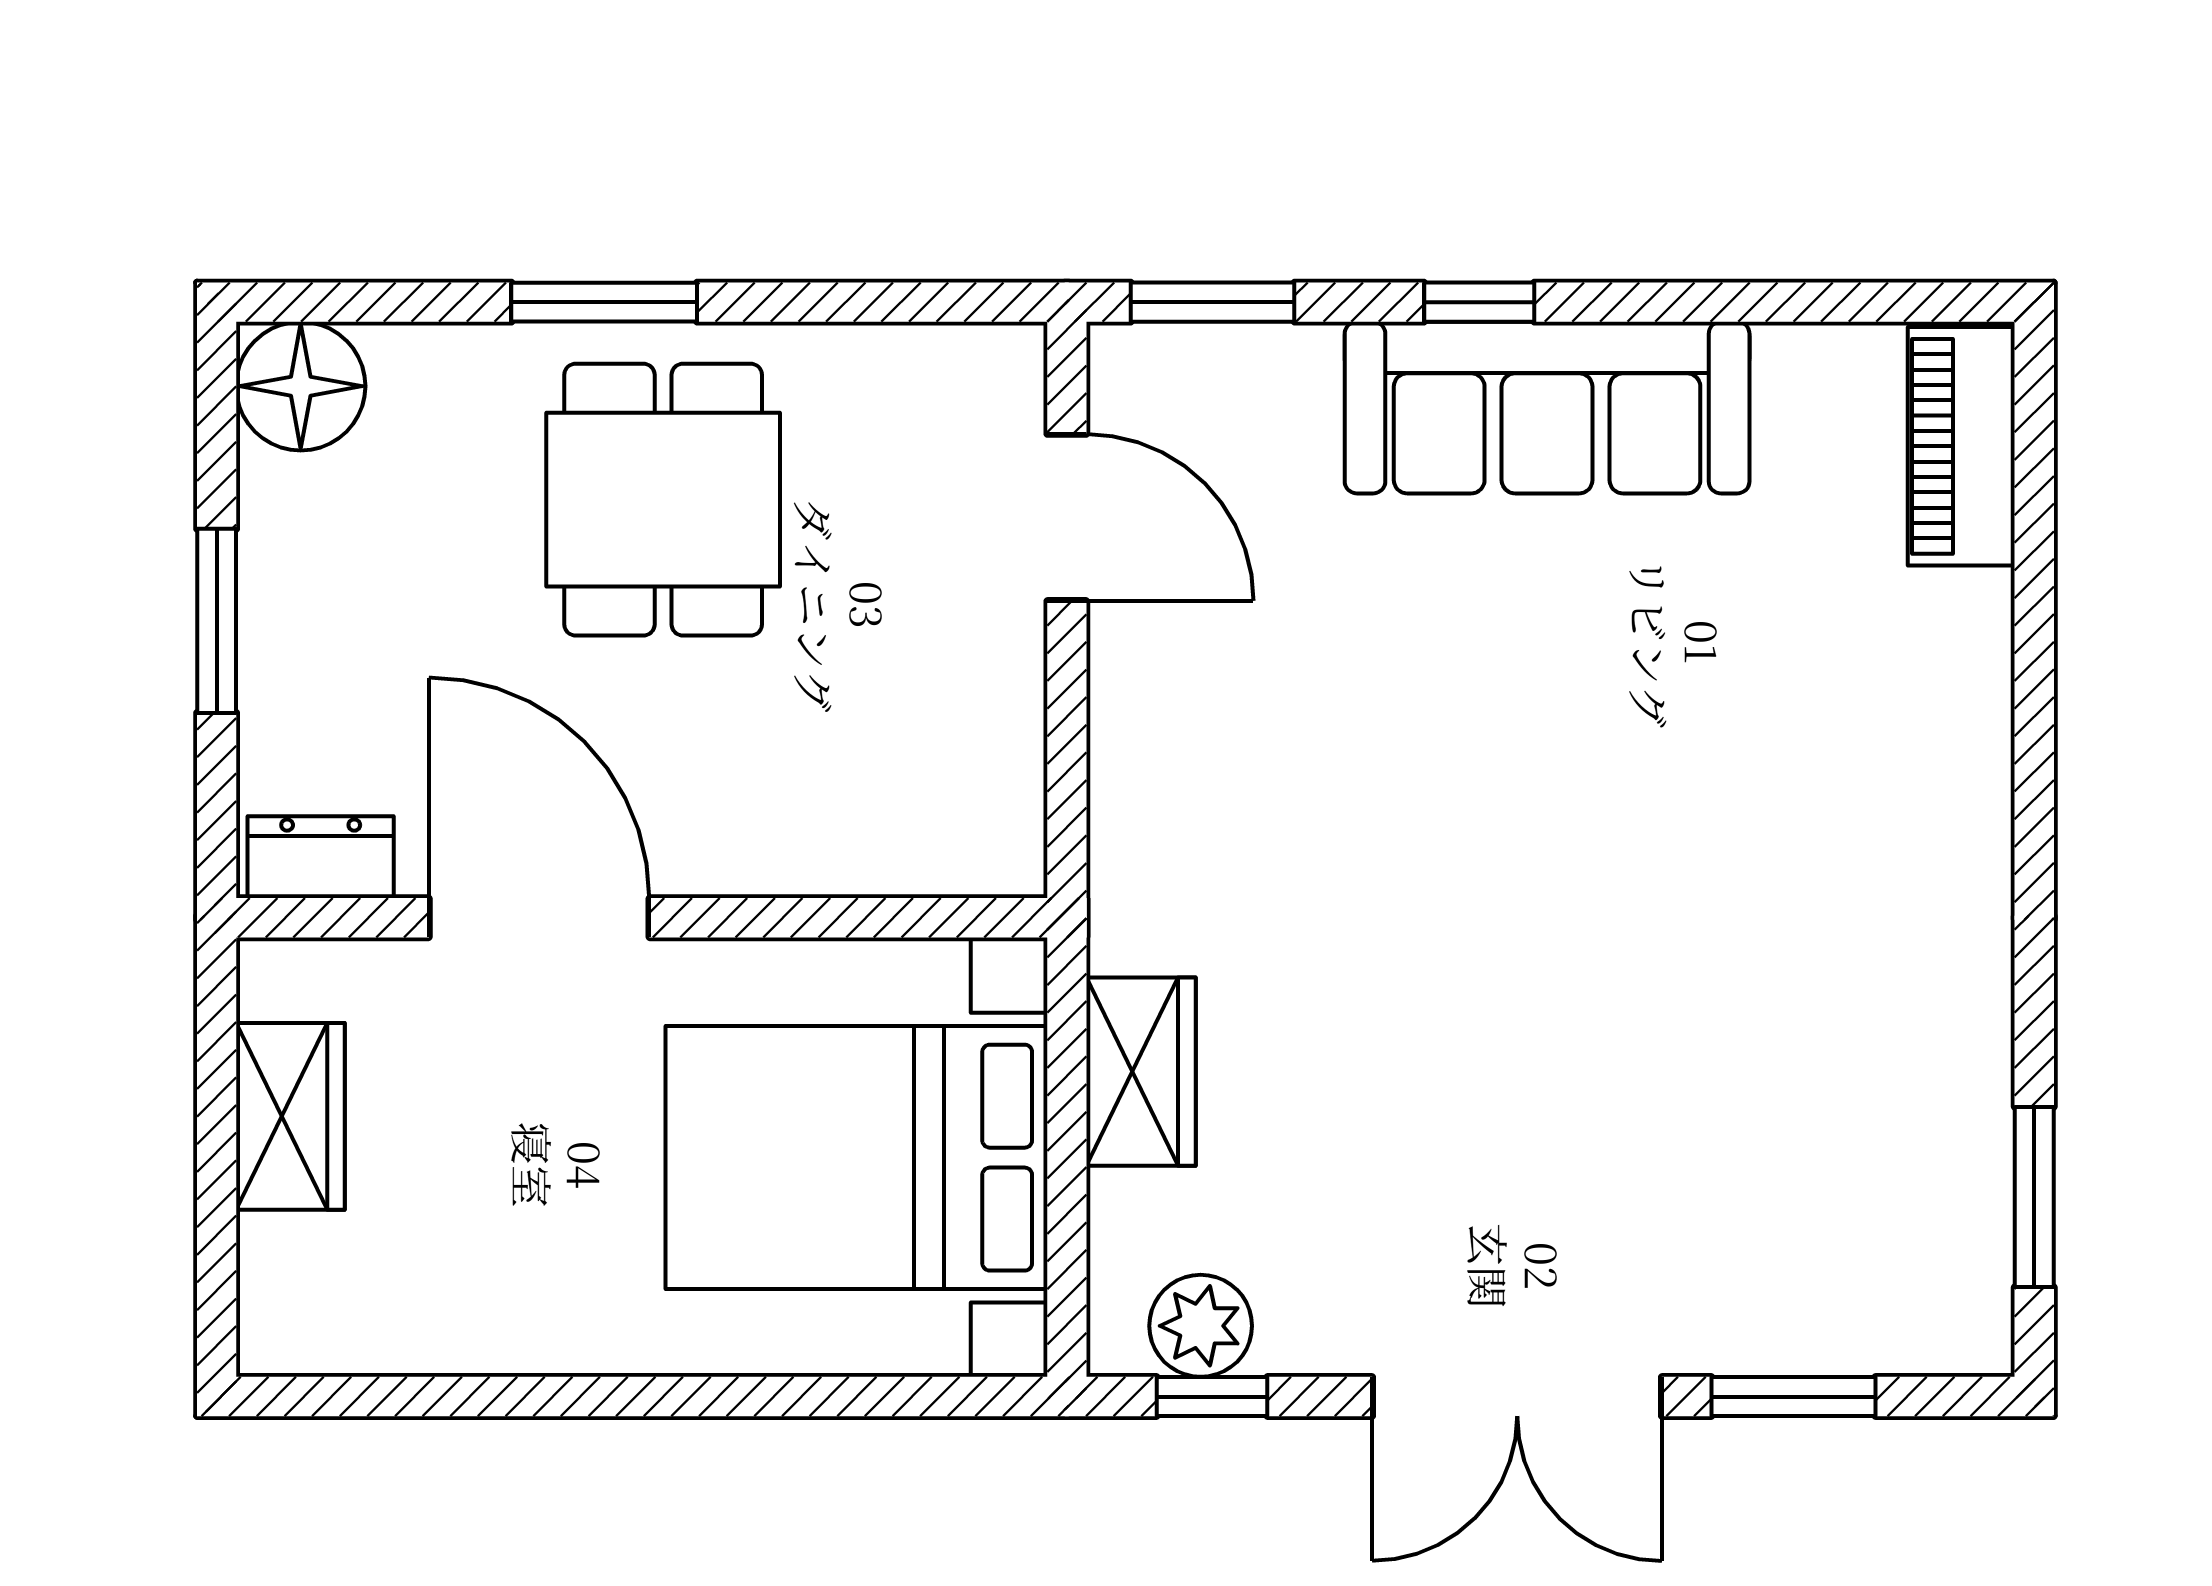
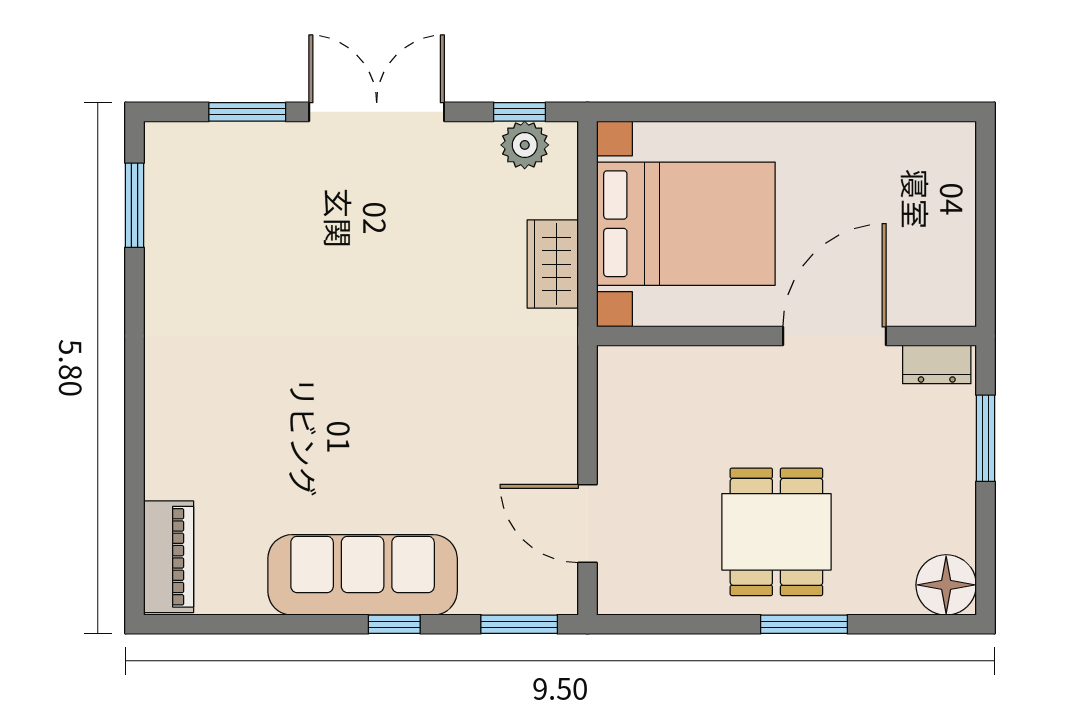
window: (217, 621) -> (985, 438), moved
door: (539, 918) -> (834, 336), swing flipped
wardrobe: (290, 1116) -> (951, 243), removed

